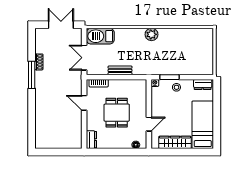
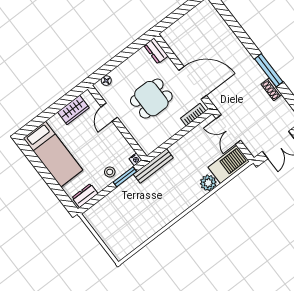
plant: (151, 34) -> (208, 183), moved
double door: (84, 58) -> (228, 130), swing flipped
bench: (120, 70) -> (153, 166), moved, width x1.36
door: (84, 103) -> (193, 83), width x1.87
dining table: (117, 113) -> (151, 99), turned 90
wardrobe: (175, 142) -> (73, 110), width x0.67

